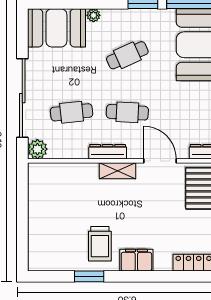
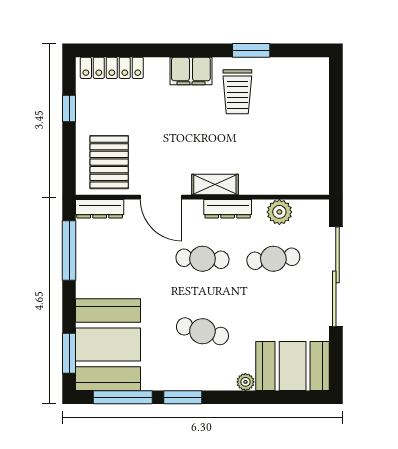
cafe table: (127, 55) -> (202, 331), turned 39
plant: (37, 149) -> (279, 212), moved
trolley: (100, 244) -> (237, 92), turned 180

